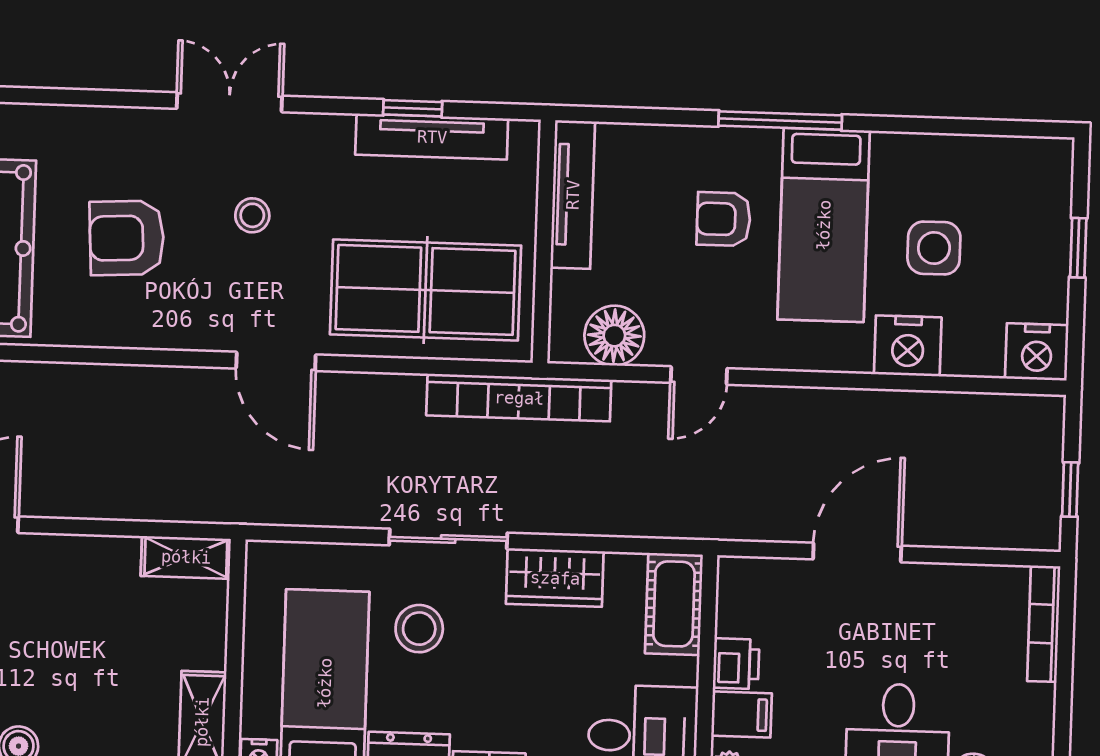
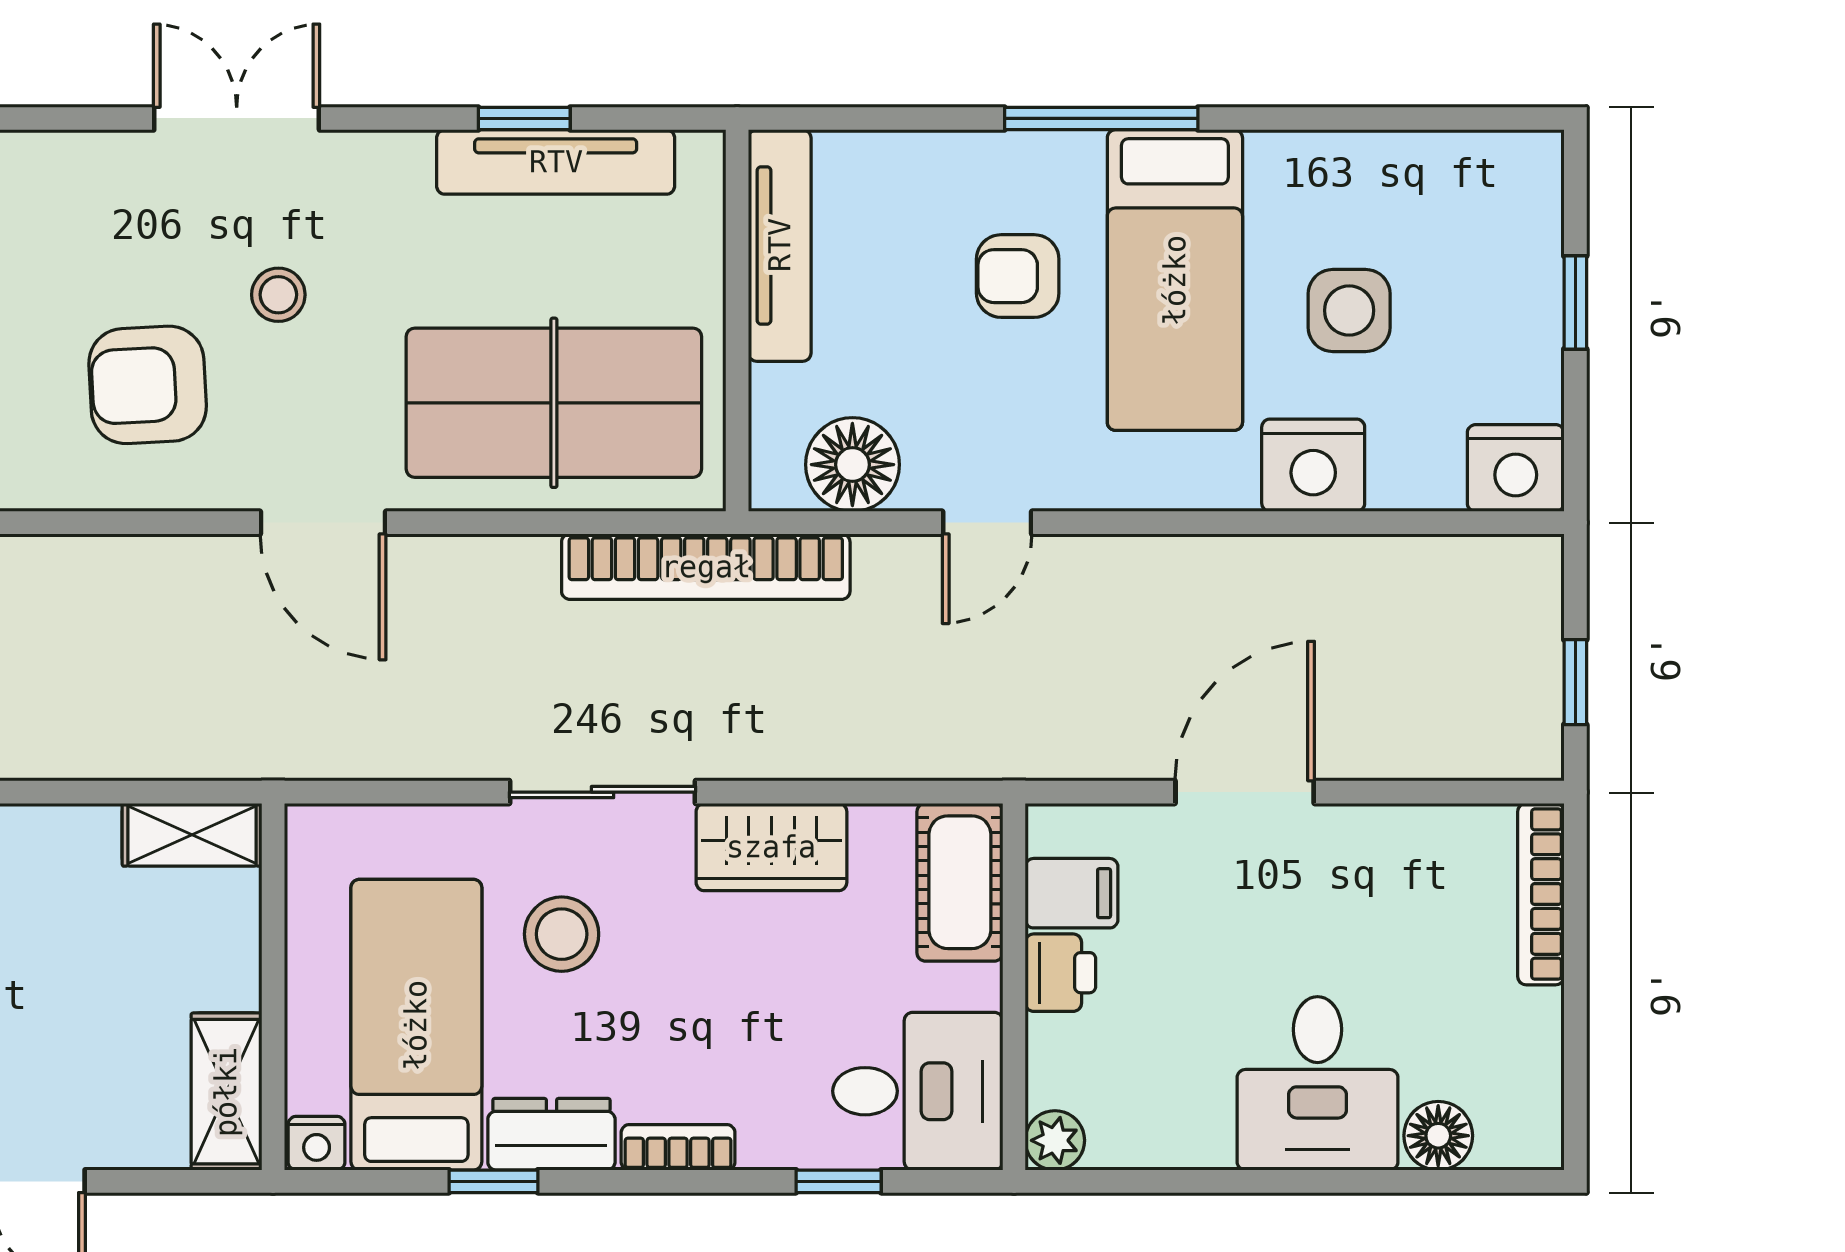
armchair: (127, 238) -> (148, 385), moved
filing cabinet: (742, 715) -> (1072, 893), moved

